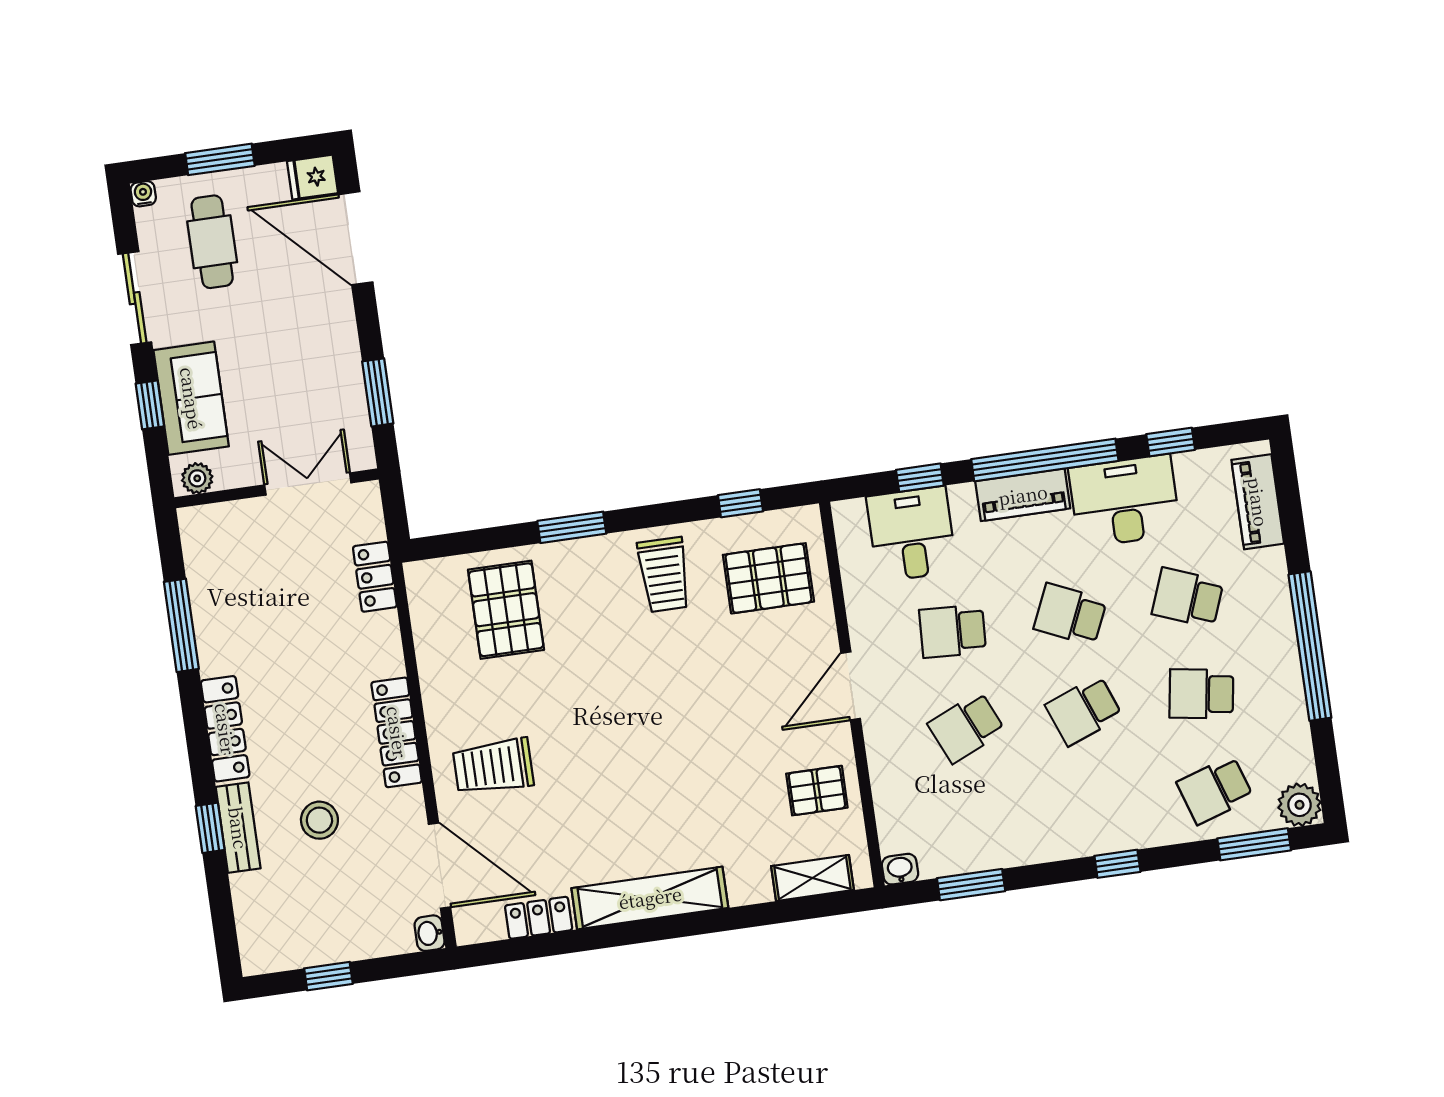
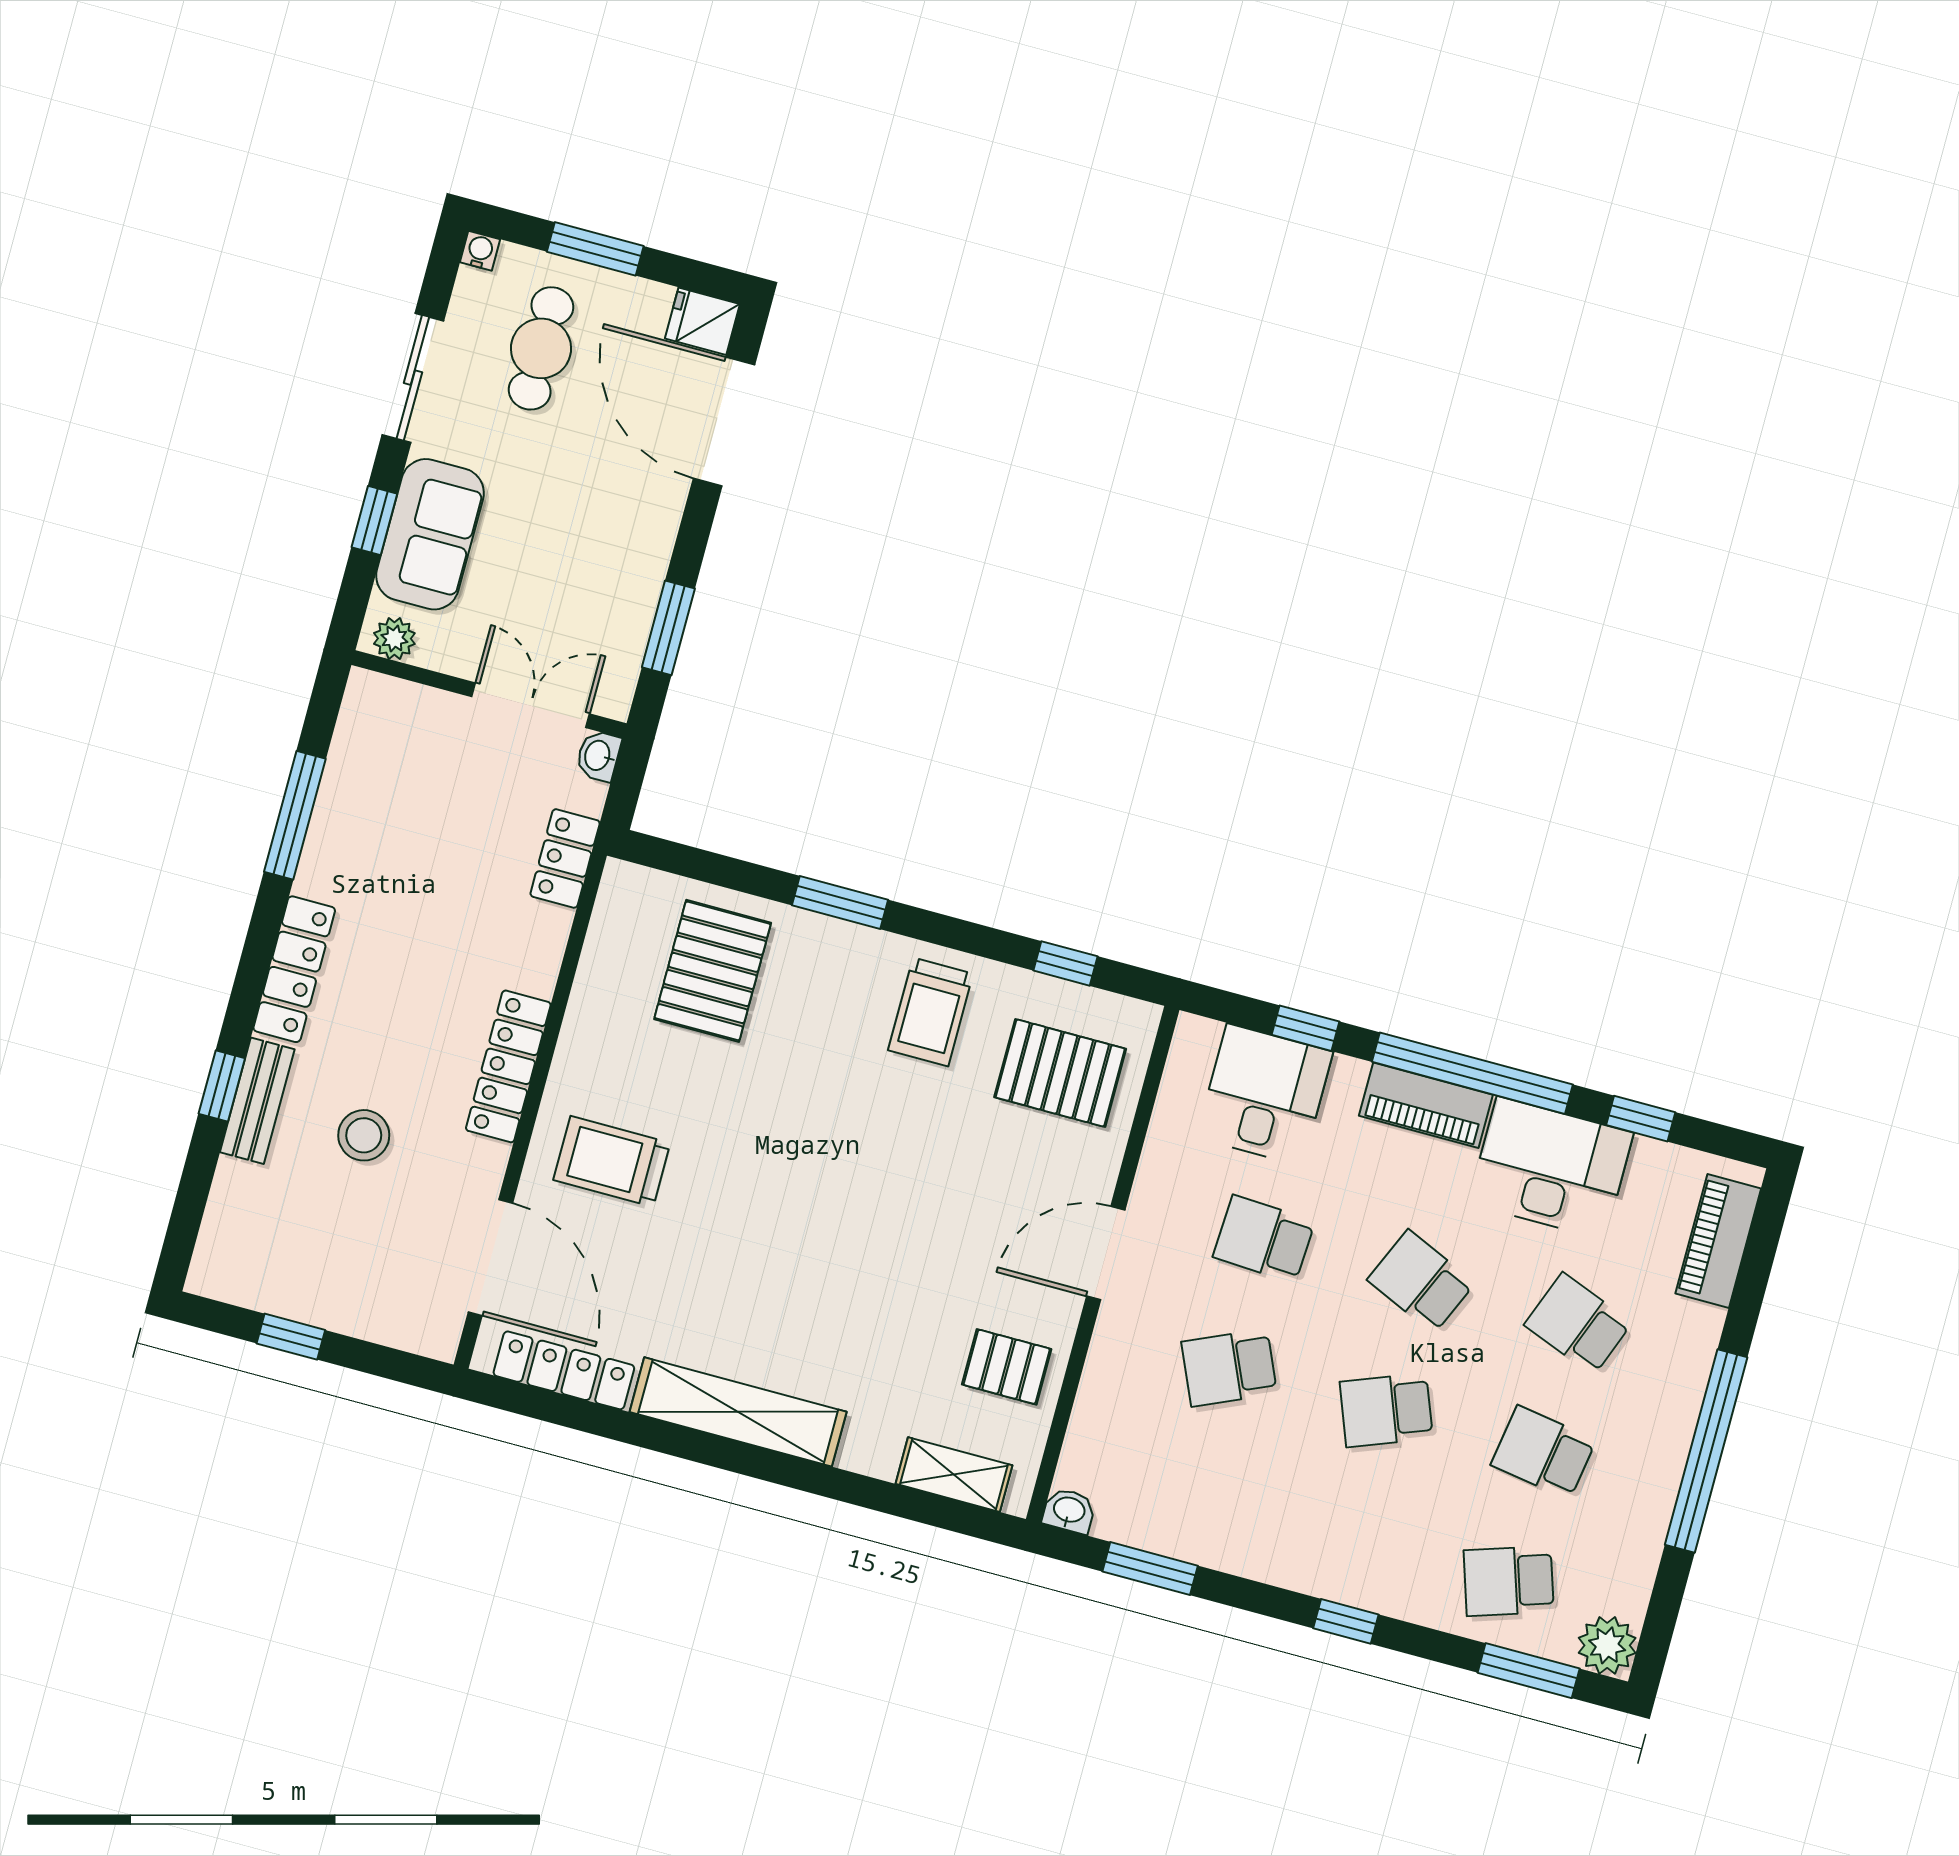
locker: (539, 918) -> (564, 1370), width x1.53
washbasin: (430, 933) -> (598, 756), moved

